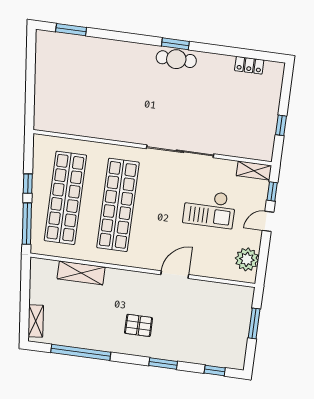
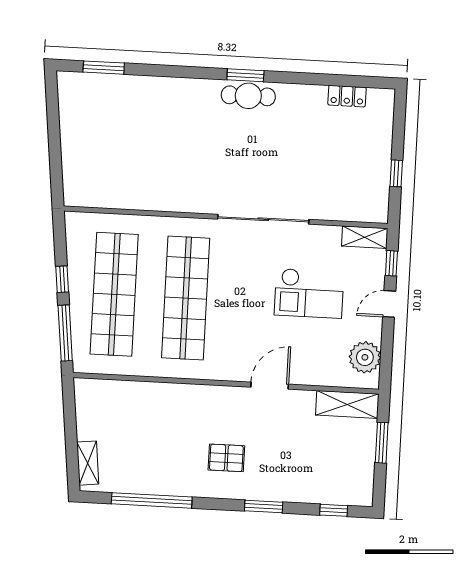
shelving: (81, 273) -> (347, 404), moved

